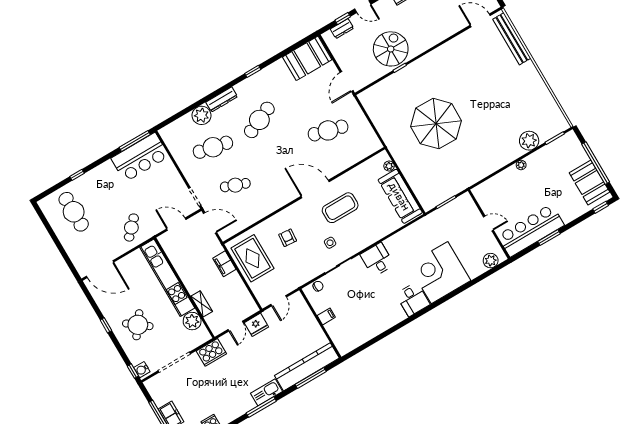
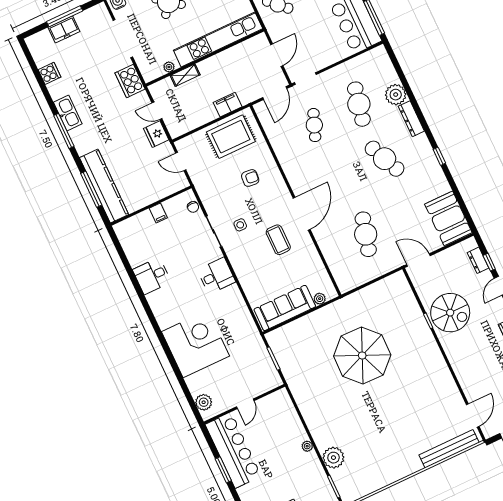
coffee table: (340, 208) -> (278, 240), width x0.73, depth x0.76
desk: (413, 299) -> (152, 276), moved
plant: (192, 321) -> (169, 67), width x0.53, depth x0.53
kitchen sink: (267, 392) -> (68, 113), moved

